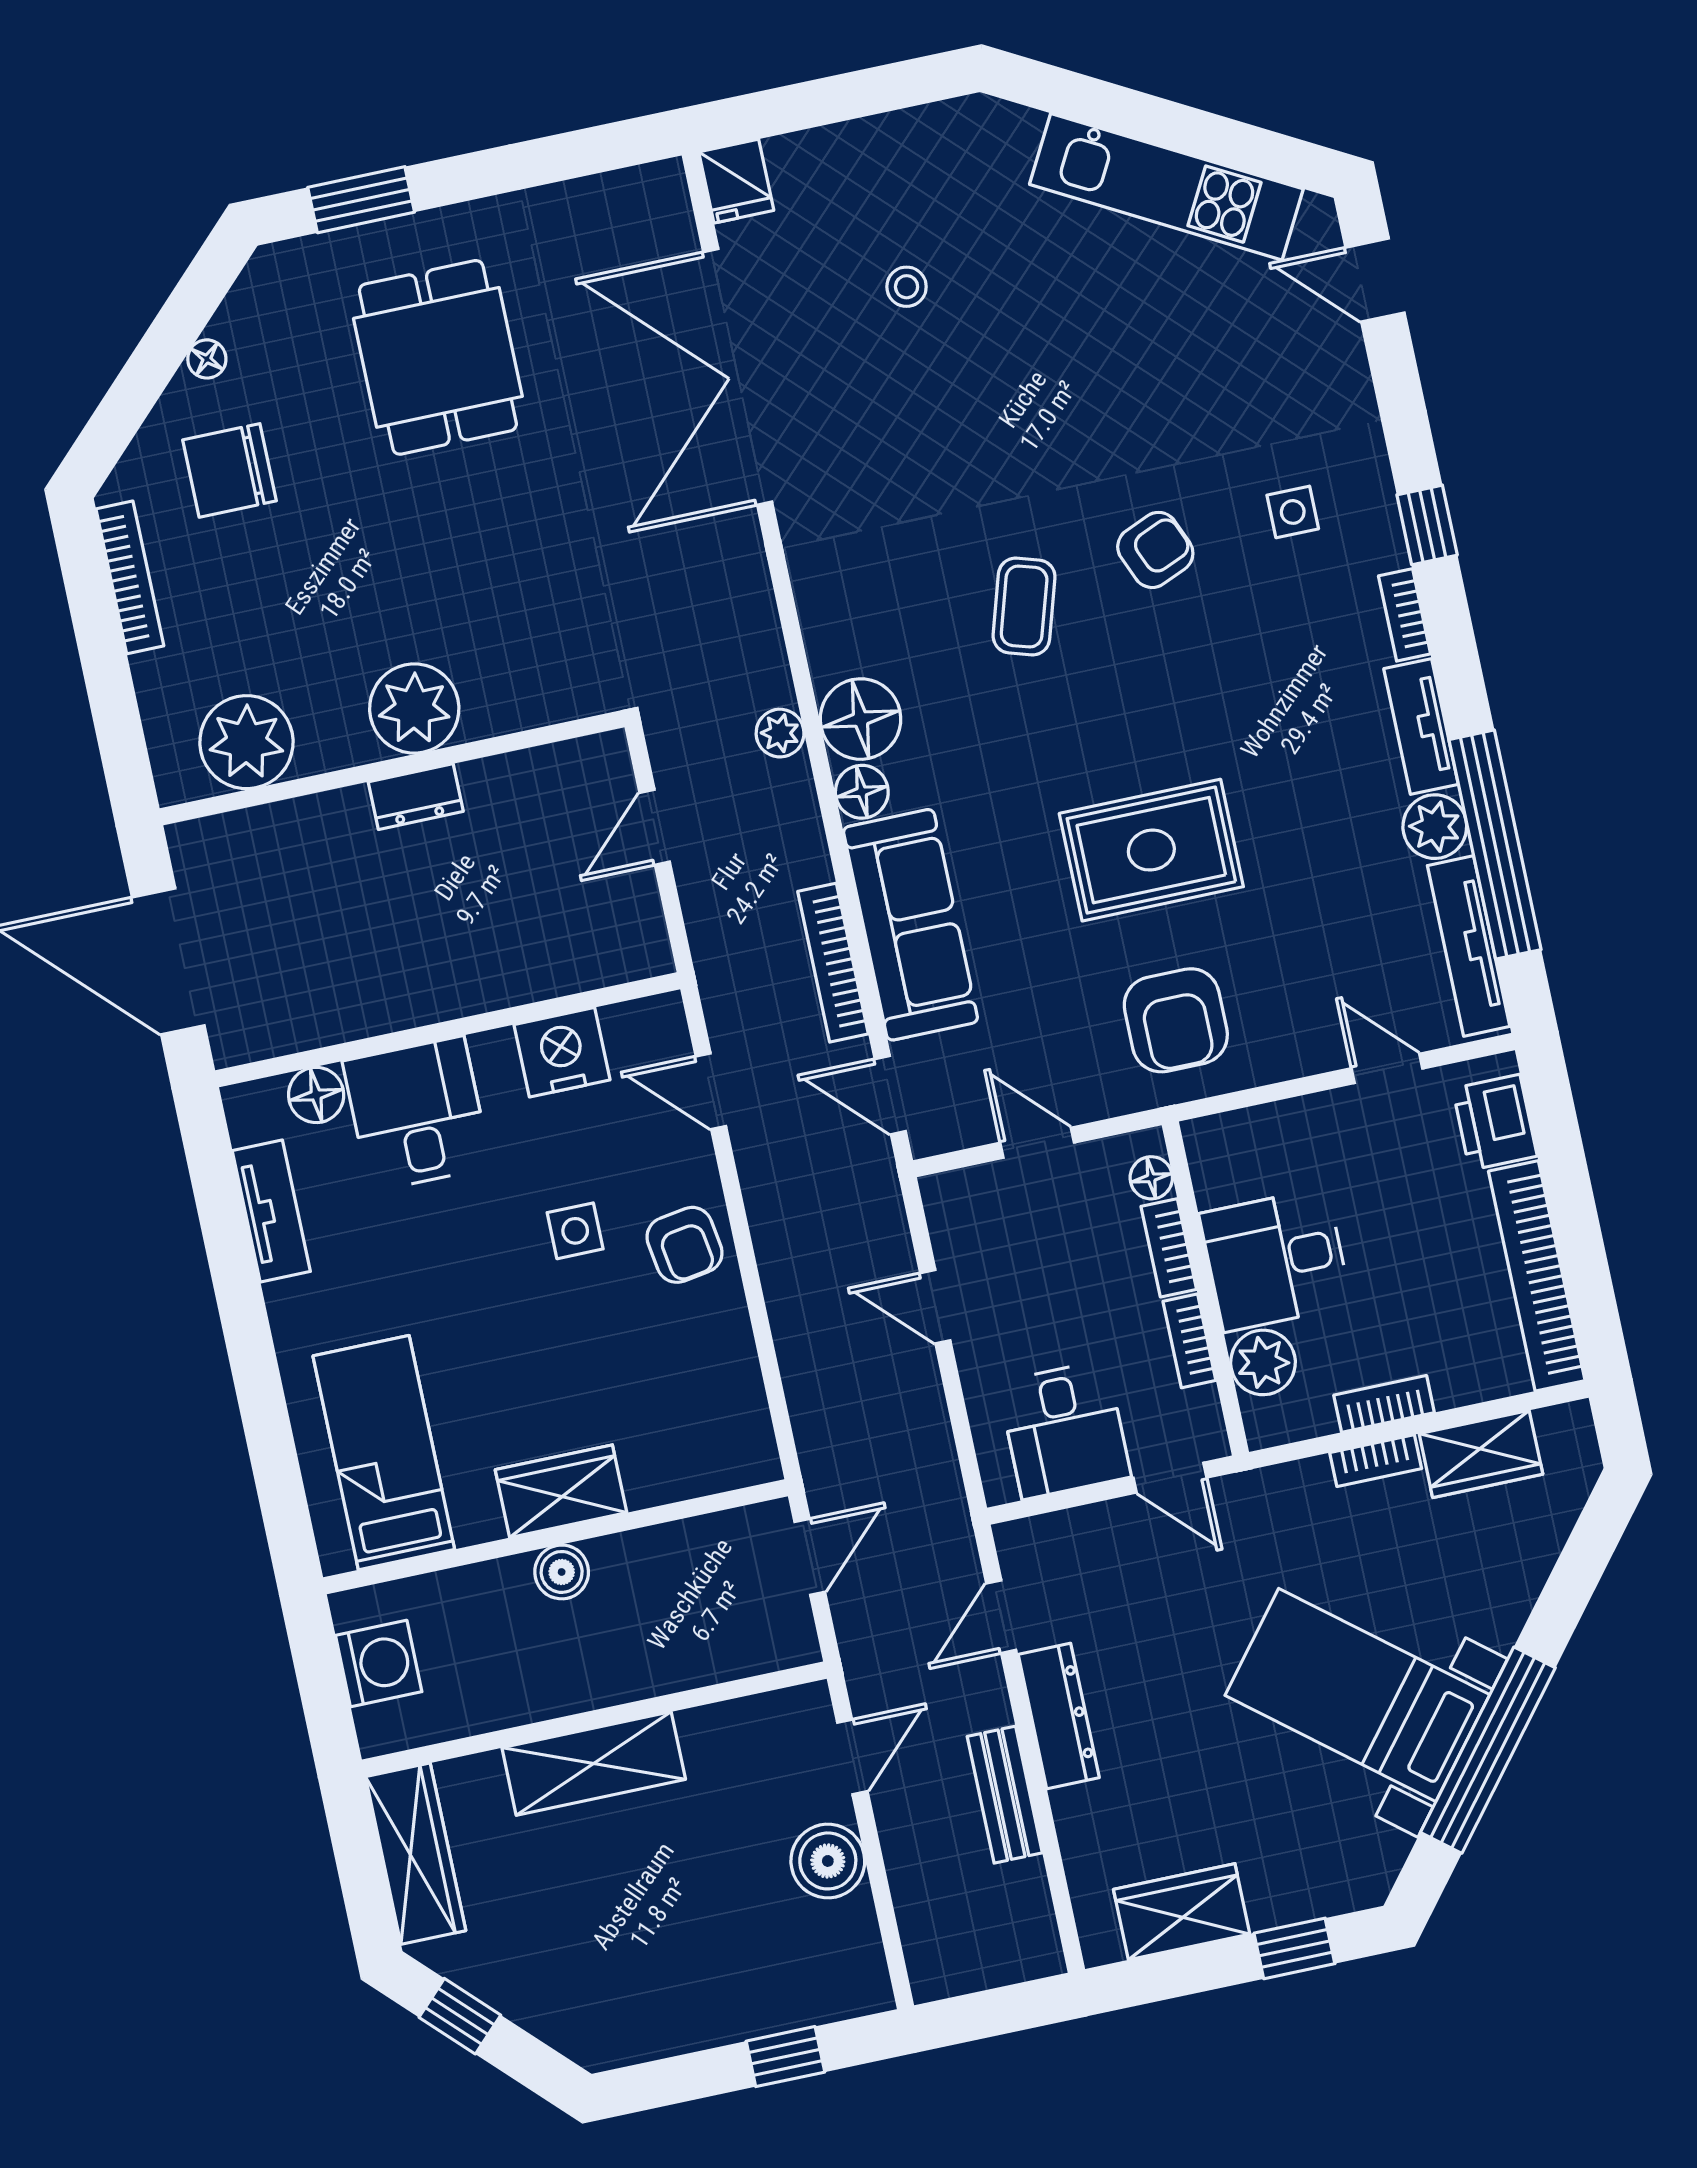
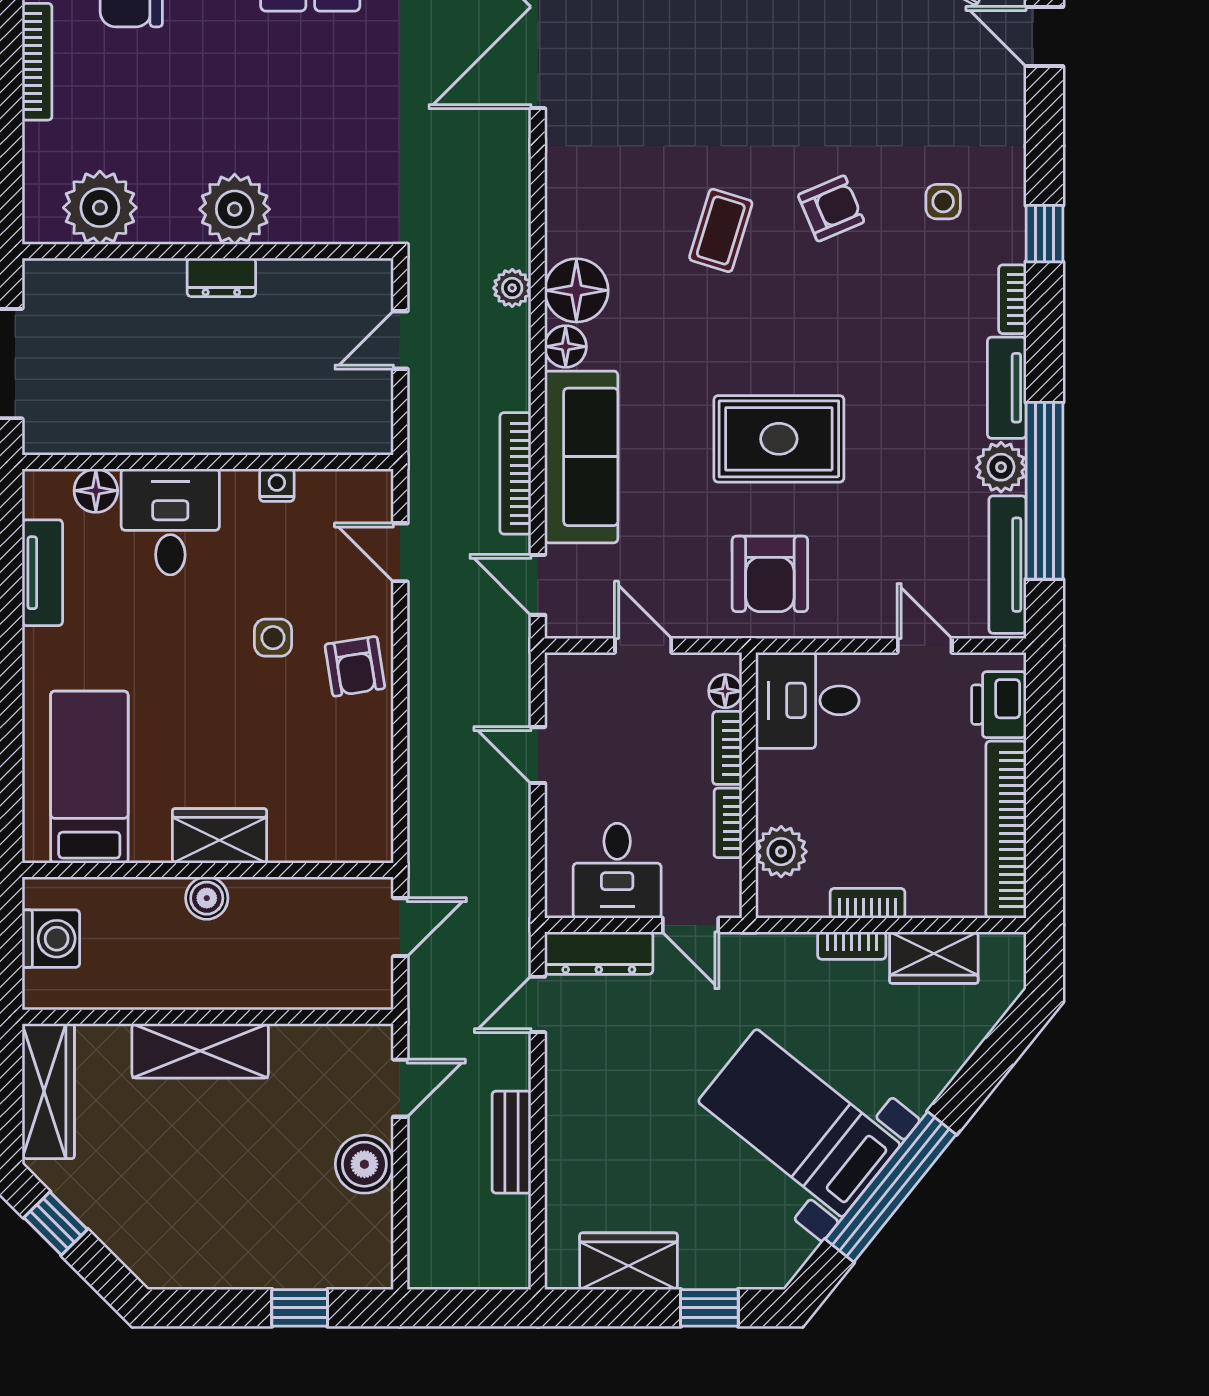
nightstand: (562, 1052) -> (277, 485), width x0.53, depth x0.56
desk: (1275, 1260) -> (807, 700), moved
dresser: (1059, 1716) -> (599, 953), moved, turned 90

